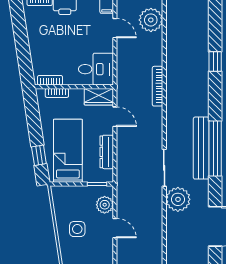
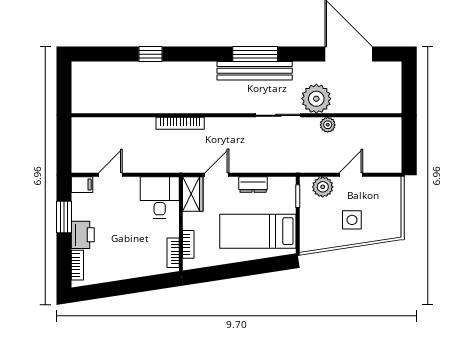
plant: (151, 20) -> (328, 125), moved, width x0.53, depth x0.53
window: (215, 149) -> (255, 54), width x0.68
dresser: (107, 152) -> (253, 184), width x0.70
window: (39, 155) -> (263, 266), removed

